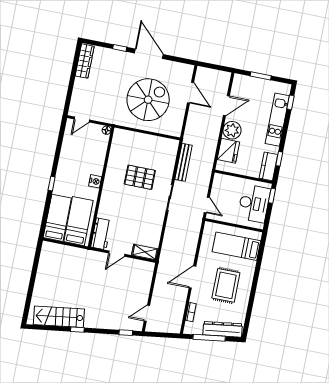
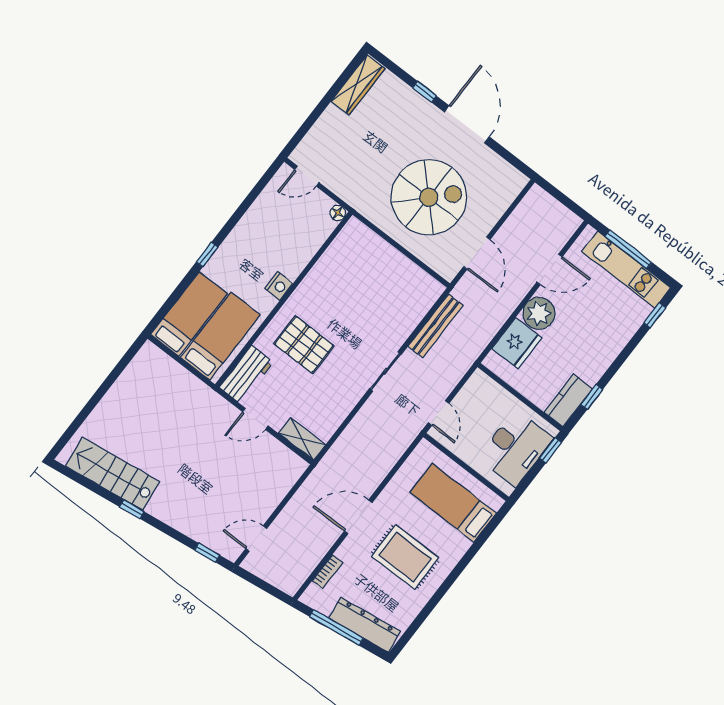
window: (261, 76) -> (628, 249), width x1.44
door: (191, 93) -> (477, 253), moved
kitchen unit: (277, 120) -> (626, 270), moved, turned -90
pallet: (140, 177) -> (304, 345), moved
rug: (226, 285) -> (405, 557), turned 90

